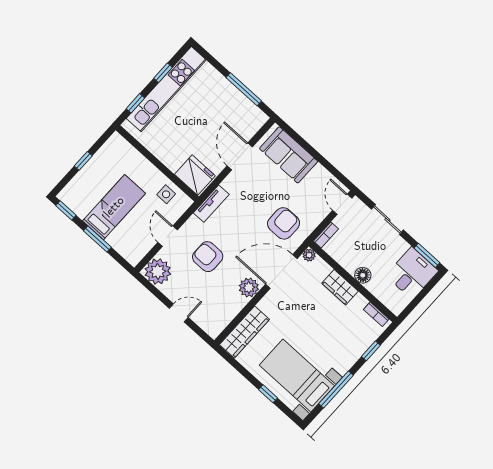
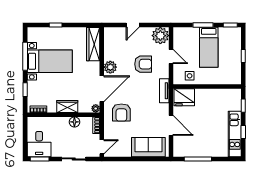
kitchen unit: (166, 89) -> (235, 134), width x0.73
door: (342, 204) -> (102, 147), hinge flipped
floor lamp: (363, 275) -> (74, 122), moved
bed with nightstands: (297, 376) -> (50, 61), moved

